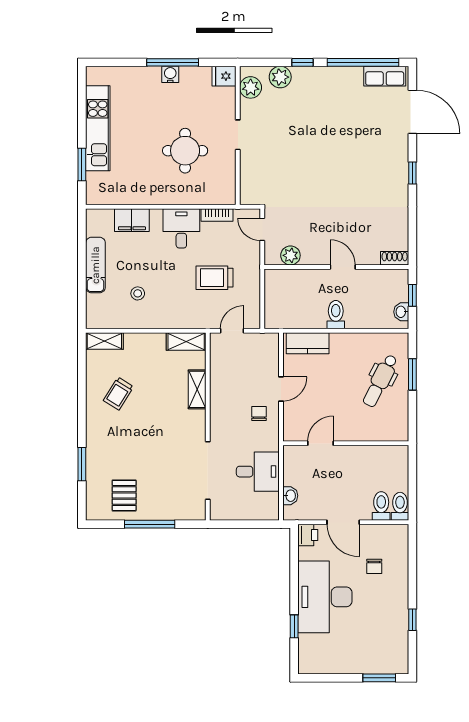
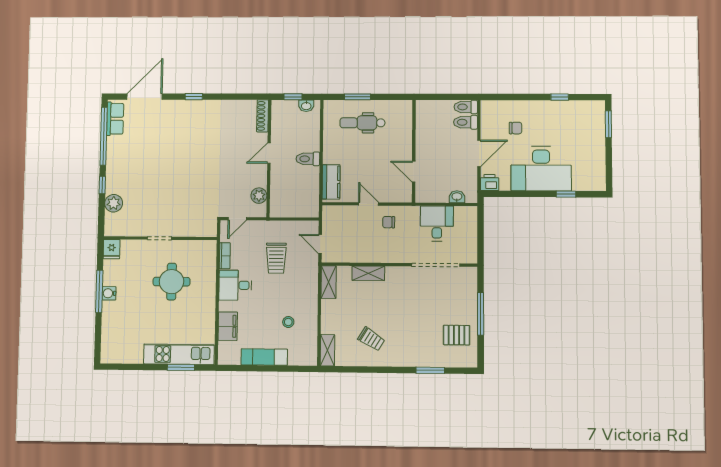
plant: (251, 87) -> (121, 227), removed
kitchen unit: (98, 128) -> (179, 354), moved
shoe rack: (395, 258) -> (263, 116), width x1.43
dental chair: (380, 381) -> (362, 123), turned 153

